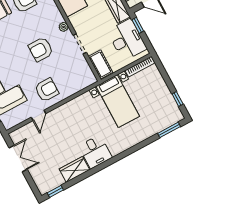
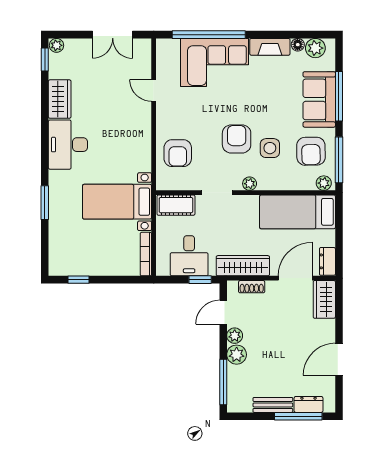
side table: (35, 26) -> (270, 148), added
desk: (127, 40) -> (189, 256), width x0.73
armchair: (47, 90) -> (178, 153), moved
window: (169, 130) -> (45, 203), moved
desk: (95, 152) -> (68, 145), width x1.37
plant: (43, 189) -> (56, 45), added

